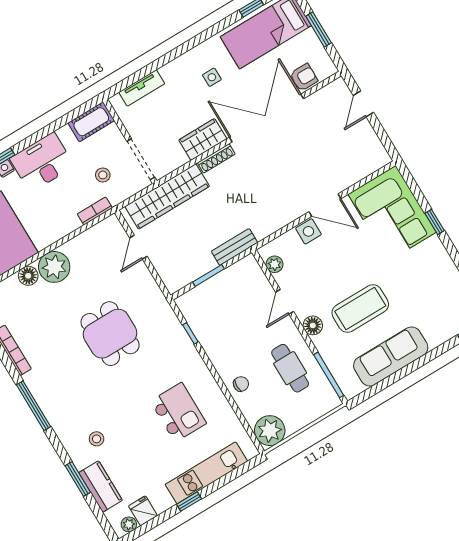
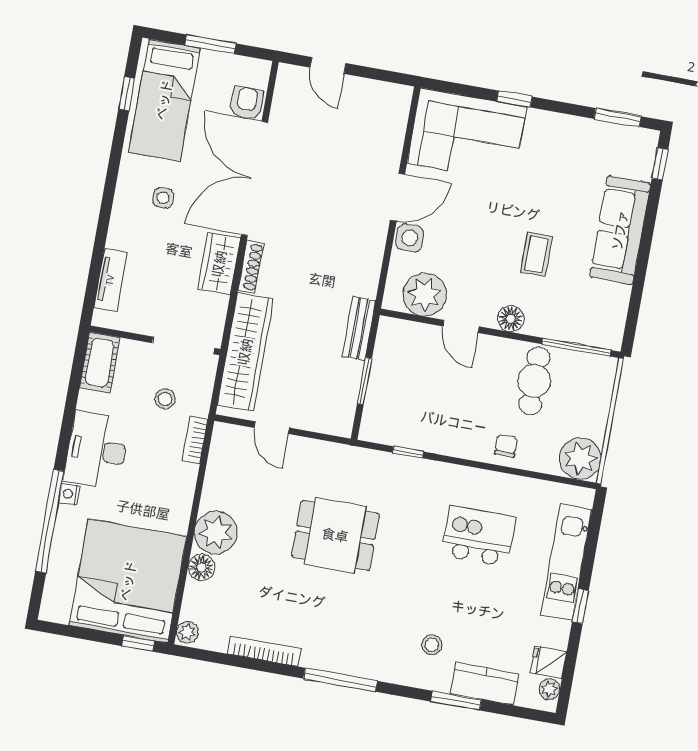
plant: (274, 264) -> (425, 295), width x1.88, depth x1.88
coffee table: (360, 309) -> (536, 254), width x0.54, depth x0.58
sofa: (391, 356) -> (620, 230), moved
cafe table: (290, 368) -> (534, 381), turned 90

